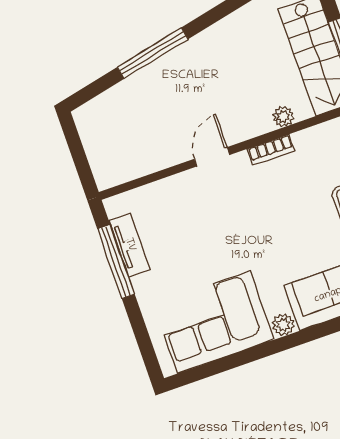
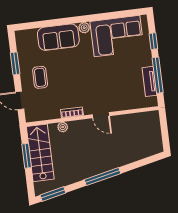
window: (153, 53) -> (102, 177), moved
door: (212, 157) -> (101, 115), hinge flipped
window: (139, 328) -> (153, 41), added

